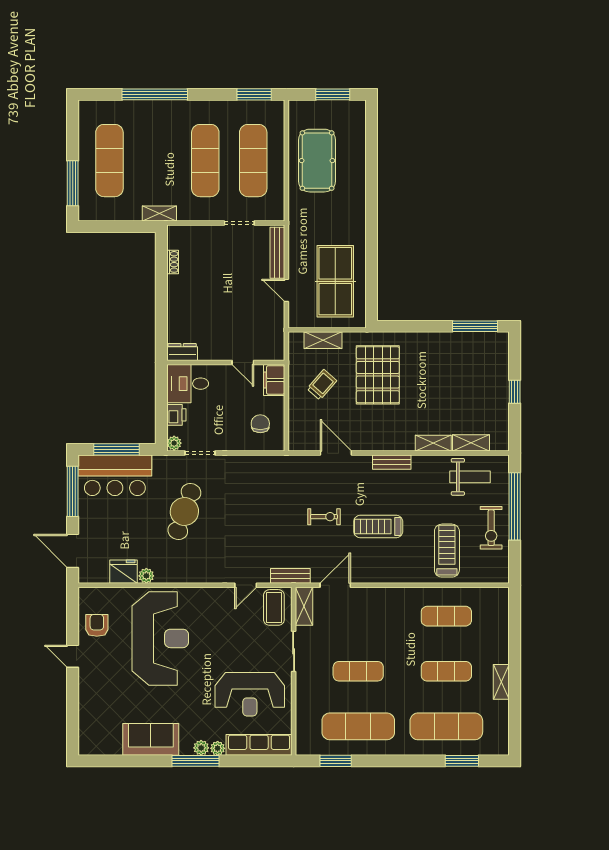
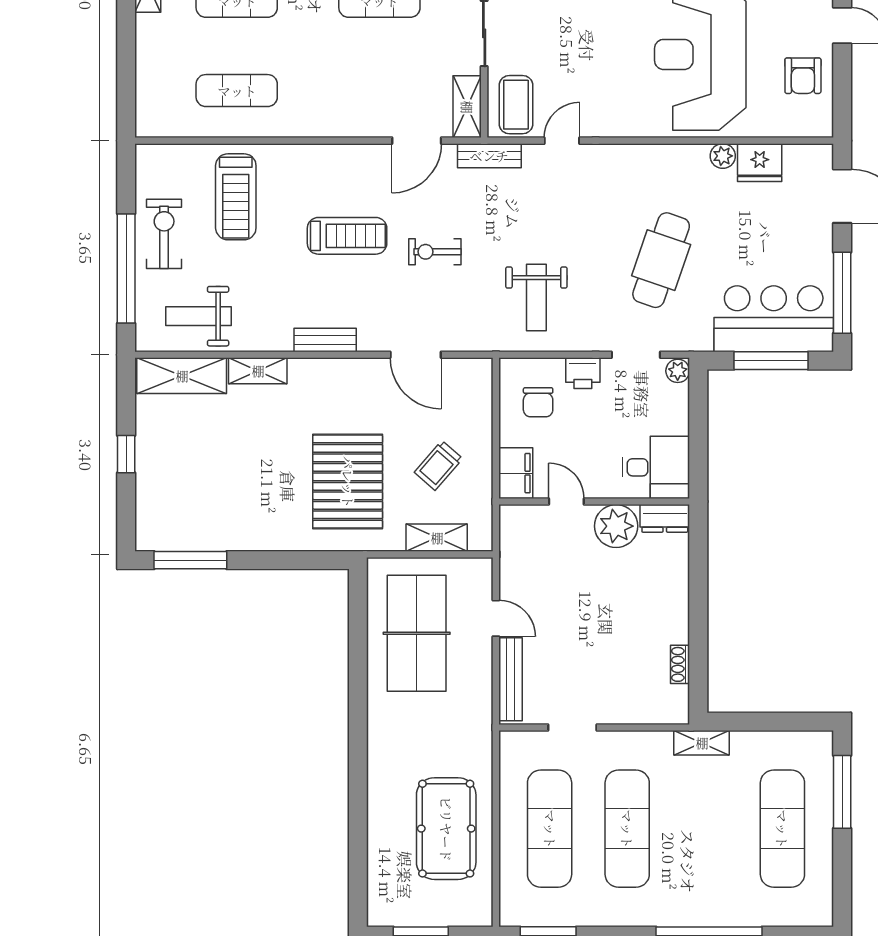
plant: (212, 347) -> (616, 526), added
printer: (176, 415) -> (583, 373), moved, turned -90
shelving: (471, 443) -> (182, 376), width x1.50, depth x1.33
weight bench: (261, 488) -> (536, 298), added

